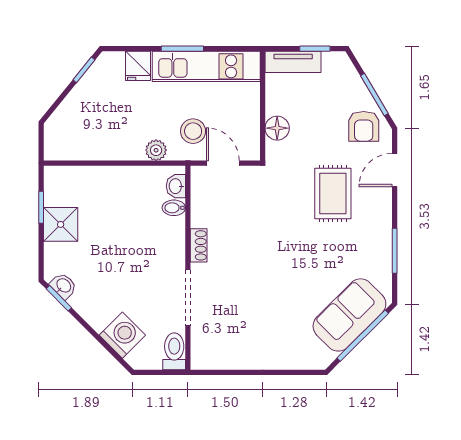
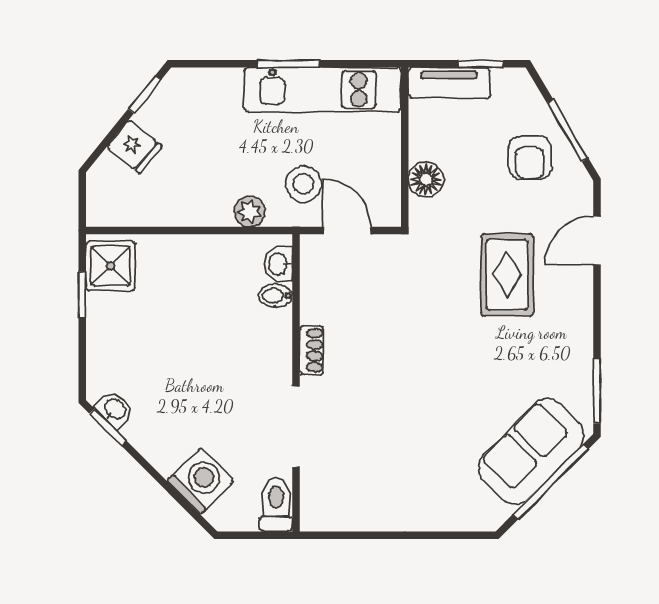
fridge: (138, 66) -> (134, 147), moved, turned -51
armchair: (364, 126) -> (530, 158), moved
shower: (61, 224) -> (111, 266), moved
window: (395, 251) -> (597, 391), moved

